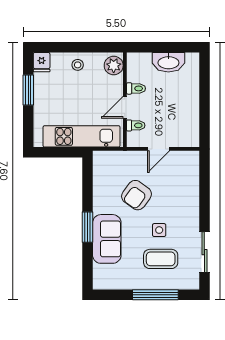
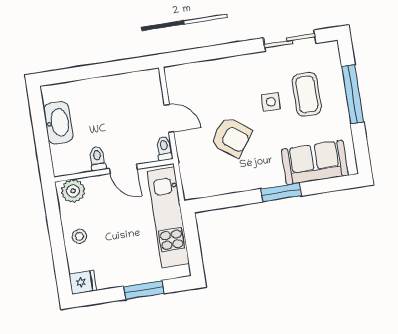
window: (28, 90) -> (144, 290), moved
toilet: (136, 125) -> (164, 148), moved
sofa: (107, 239) -> (315, 162), moved

